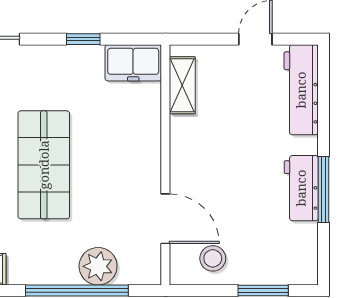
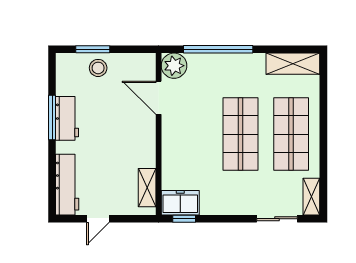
window: (83, 39) -> (184, 219), moved
stool: (213, 258) -> (98, 68), moved
plant: (98, 266) -> (174, 66), moved

